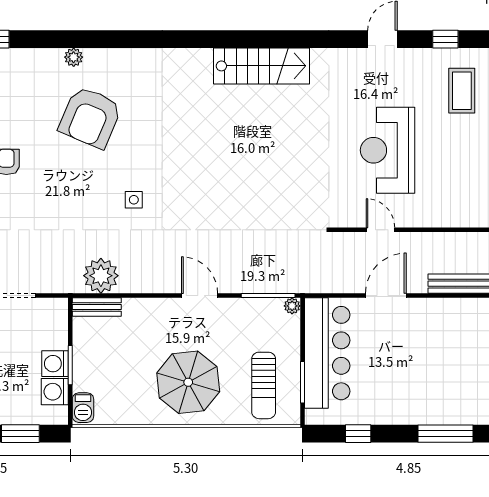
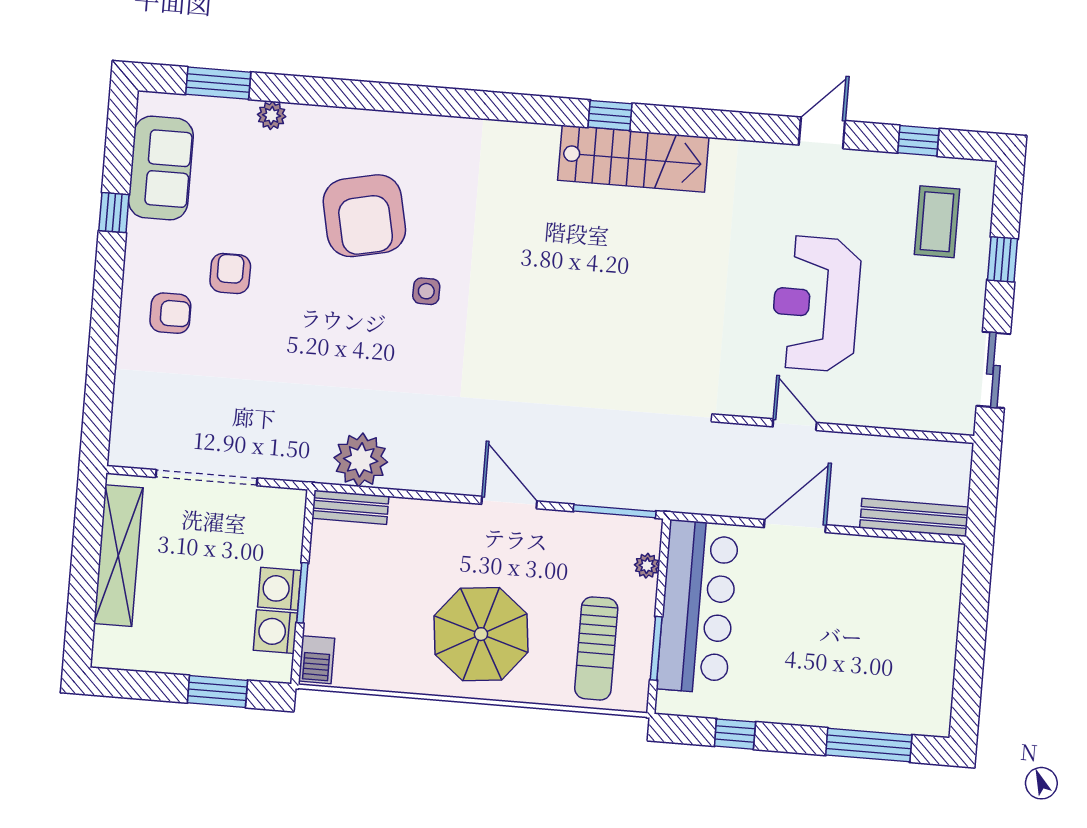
window: (244, 39) -> (610, 115), added
plant: (74, 57) -> (272, 115), moved
armchair: (90, 117) -> (364, 216), turned -35
side table: (134, 200) -> (426, 291), moved
plant: (292, 306) -> (647, 566), moved

